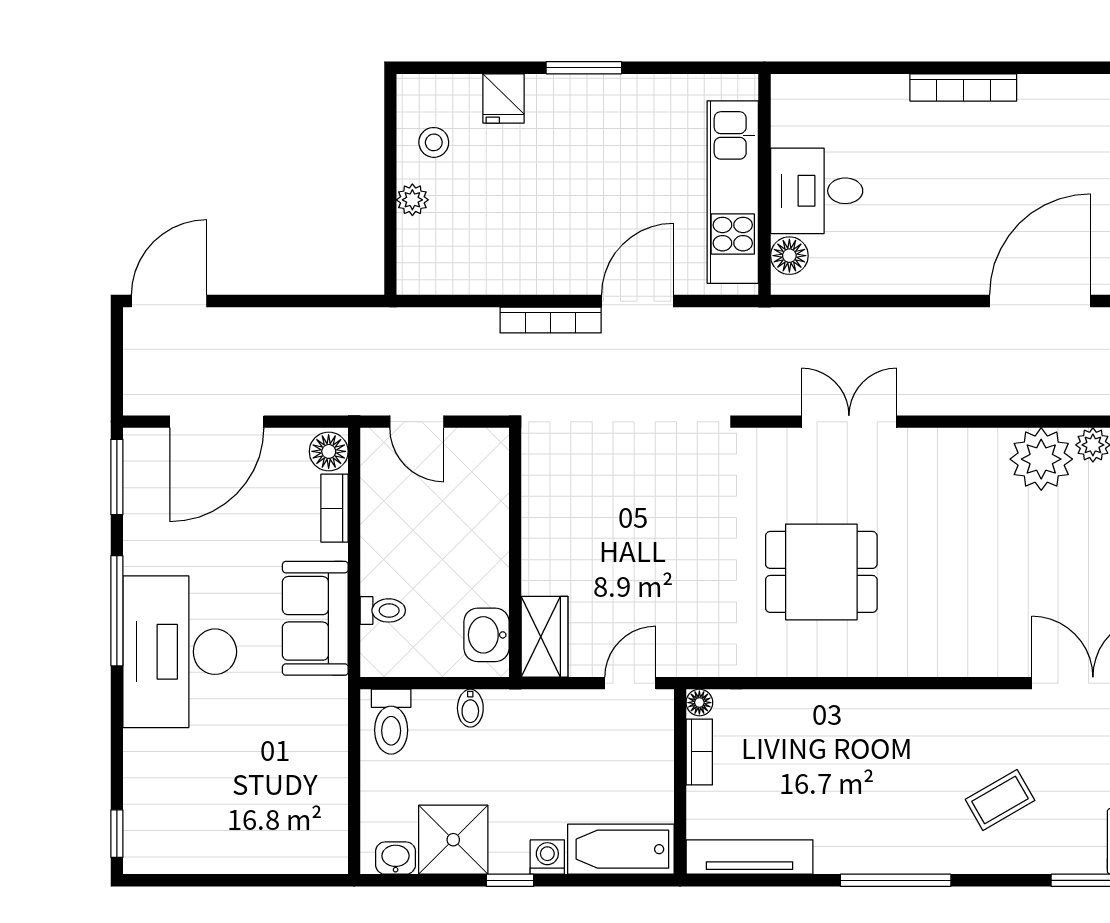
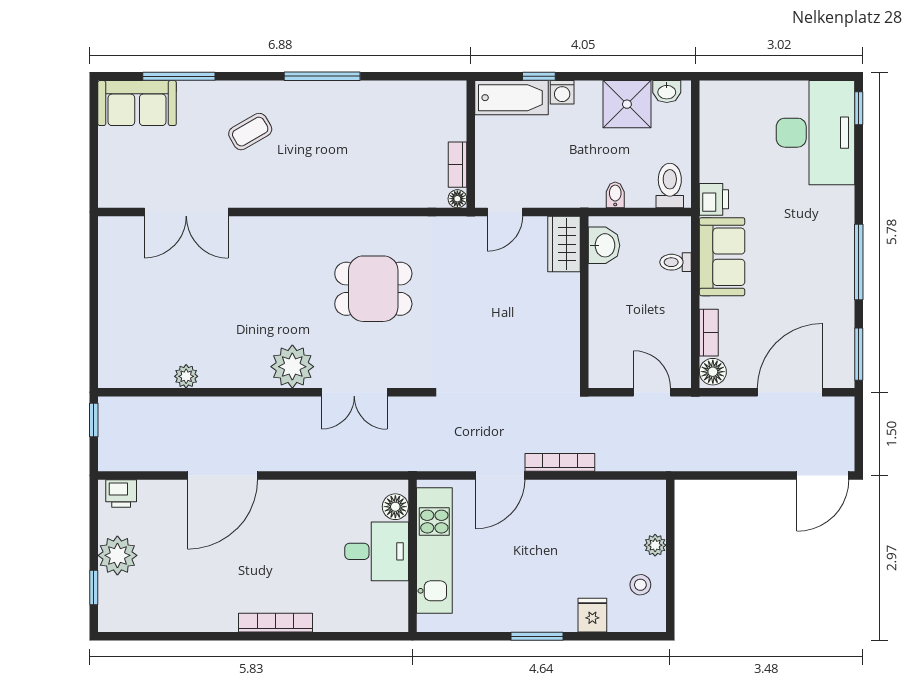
plant: (1041, 459) -> (292, 367), moved
desk: (180, 652) -> (815, 133), moved
printer: (327, 702) -> (714, 199), added
tv unit: (749, 857) -> (423, 92), removed
window: (510, 880) -> (539, 76), moved

